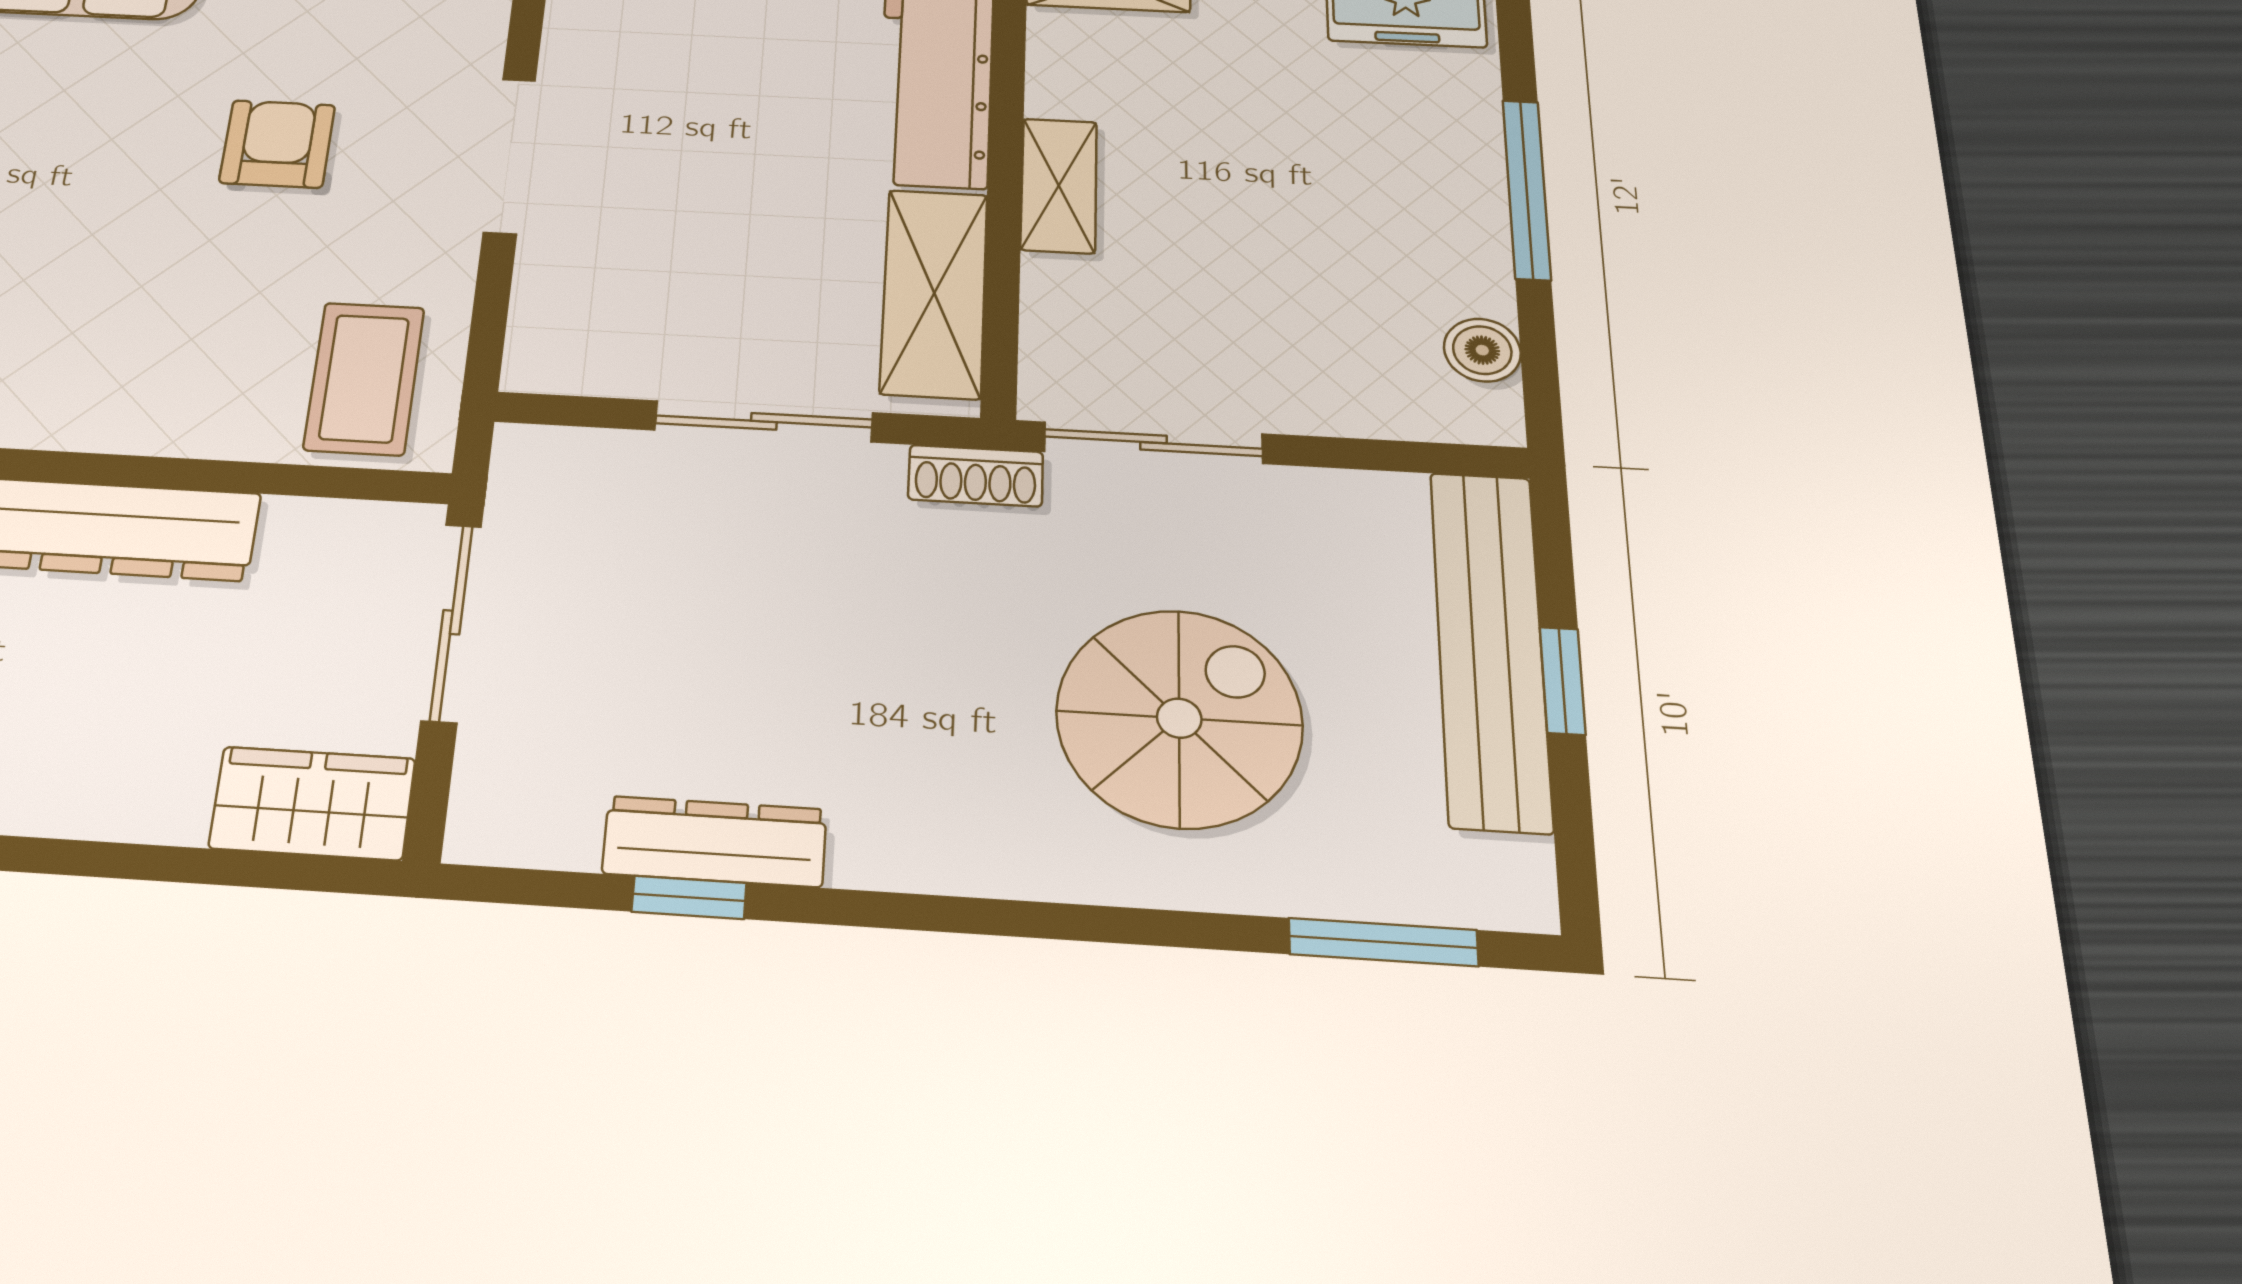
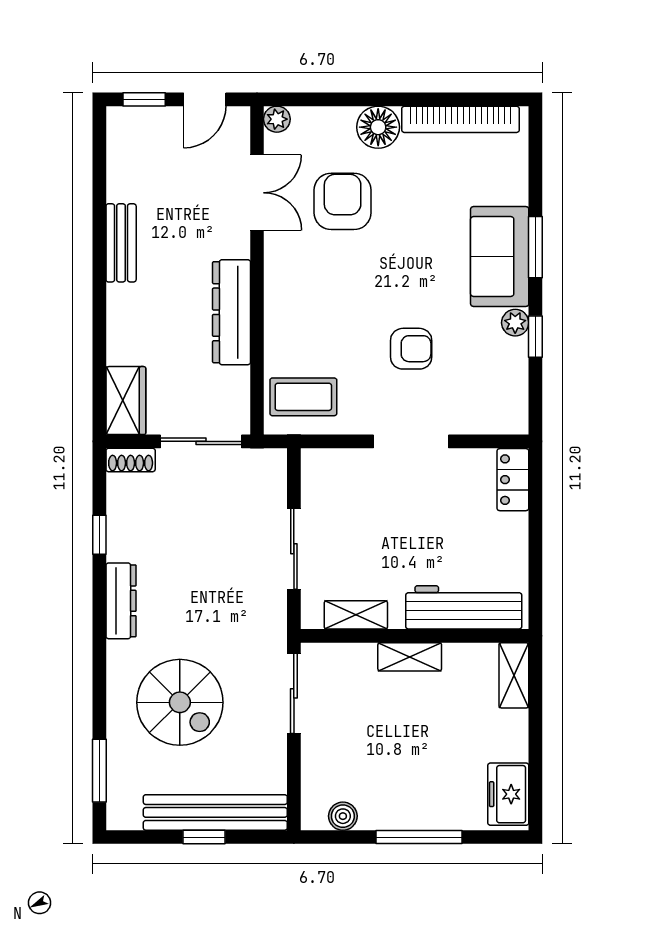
shelving: (934, 293) -> (356, 615), width x0.67, depth x0.75
shoe rack: (976, 476) -> (131, 460), moved, turned -90
dresser: (715, 841) -> (121, 601), moved

